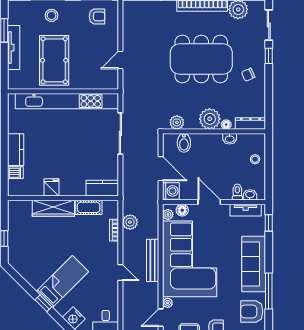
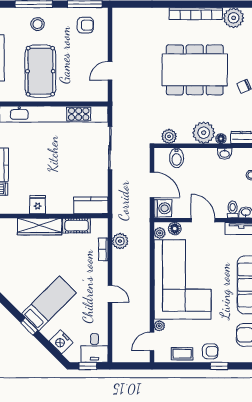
bench: (153, 260) -> (144, 281), removed

